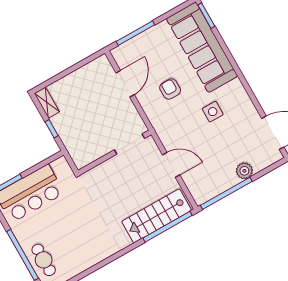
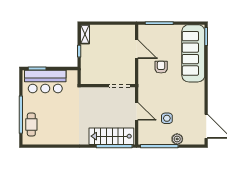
door: (125, 84) -> (137, 49), hinge flipped
side table: (213, 112) -> (167, 118), moved

